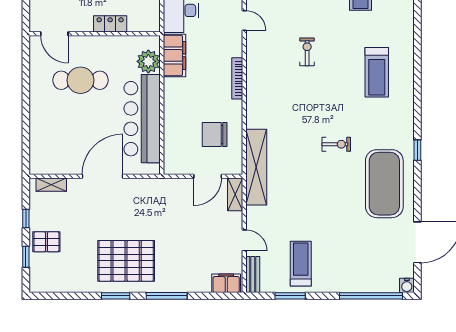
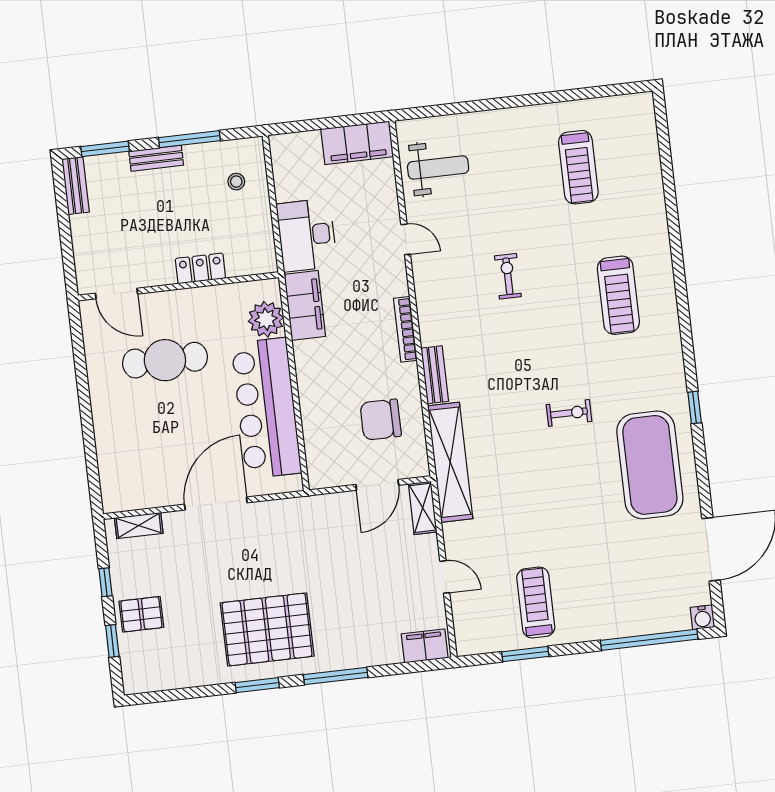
bench: (253, 275) -> (435, 375), moved

